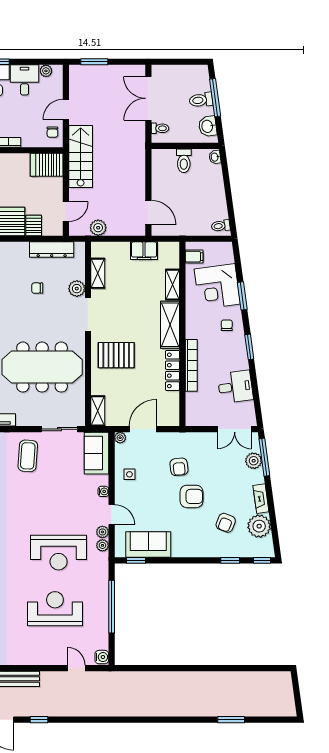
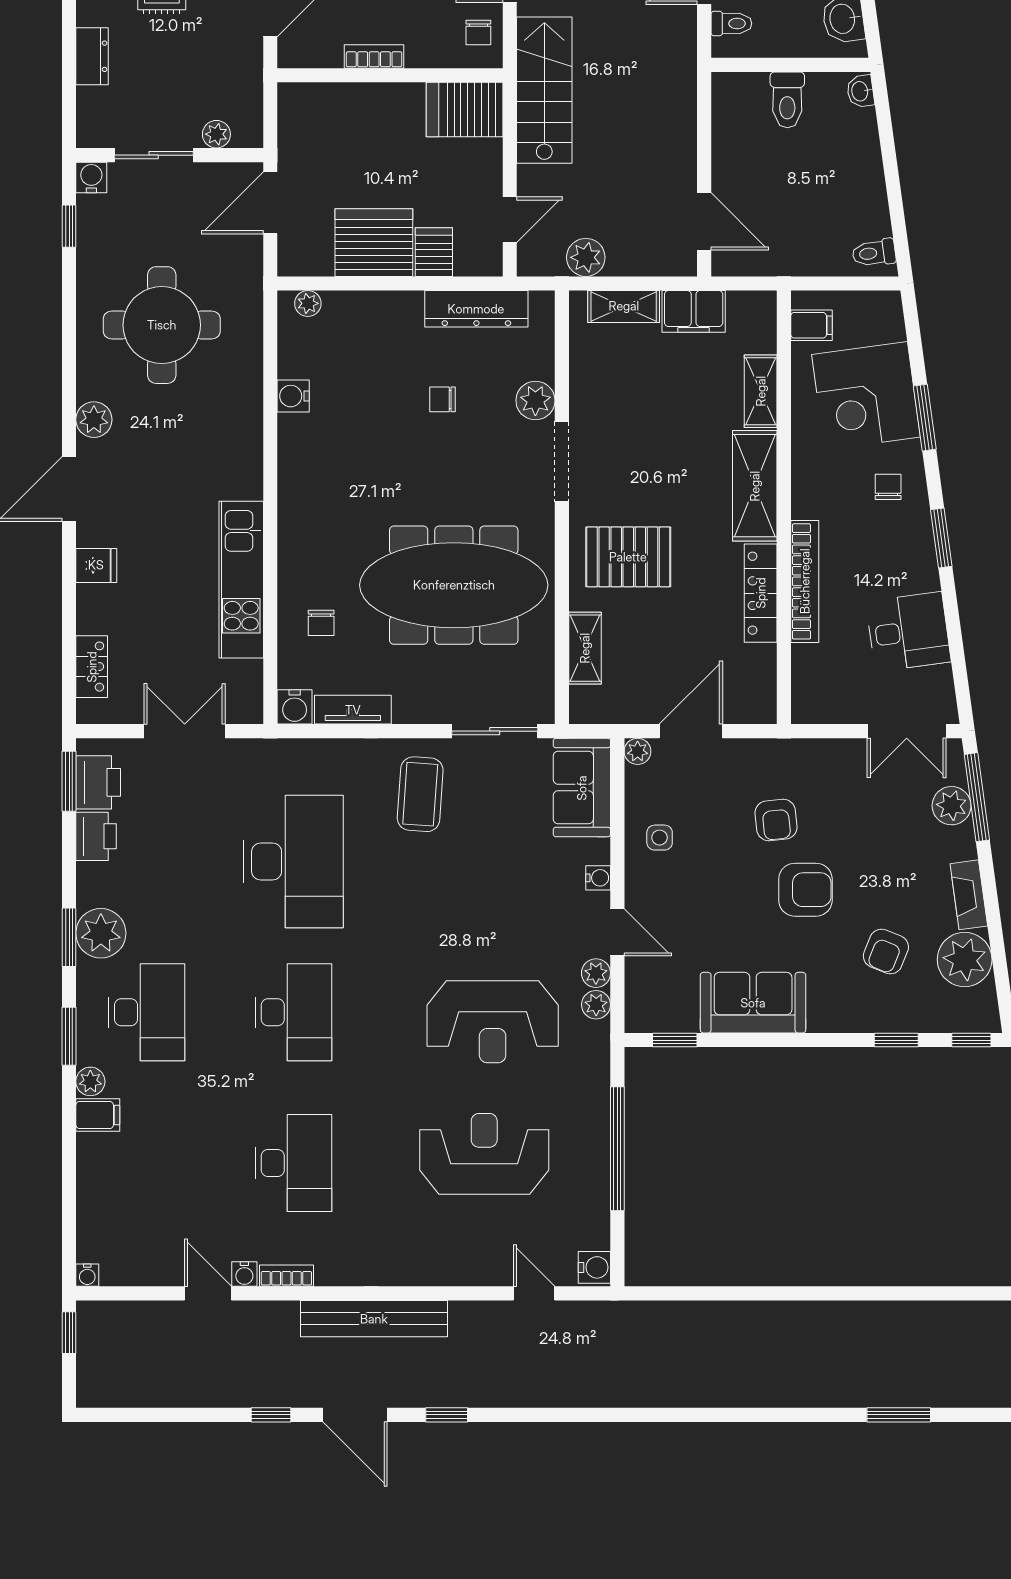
shelving: (98, 273) -> (624, 306), moved, turned 90
shelving: (98, 411) -> (585, 648), moved
sofa: (148, 544) -> (753, 1003), moved

